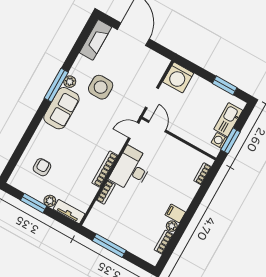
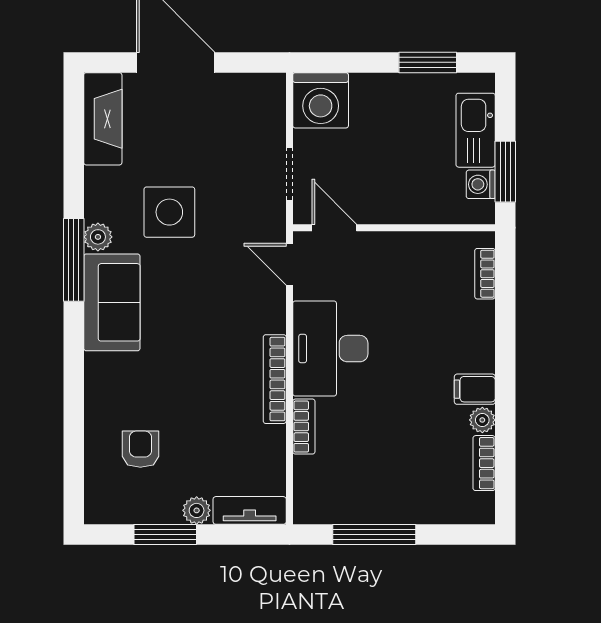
door: (134, 130) -> (289, 264), hinge flipped

